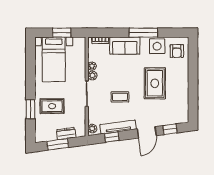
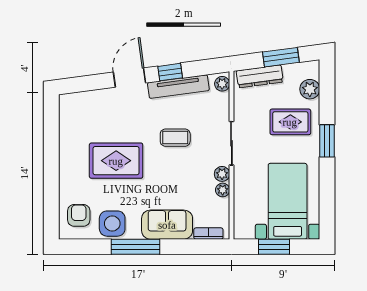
rug: (155, 83) -> (116, 161), turned 90
window: (30, 109) -> (327, 141), moved
plant: (41, 125) -> (310, 89), added
window: (170, 129) -> (90, 83), removed
dresser: (66, 134) -> (260, 76), width x1.44
window: (112, 137) -> (170, 72), moved

